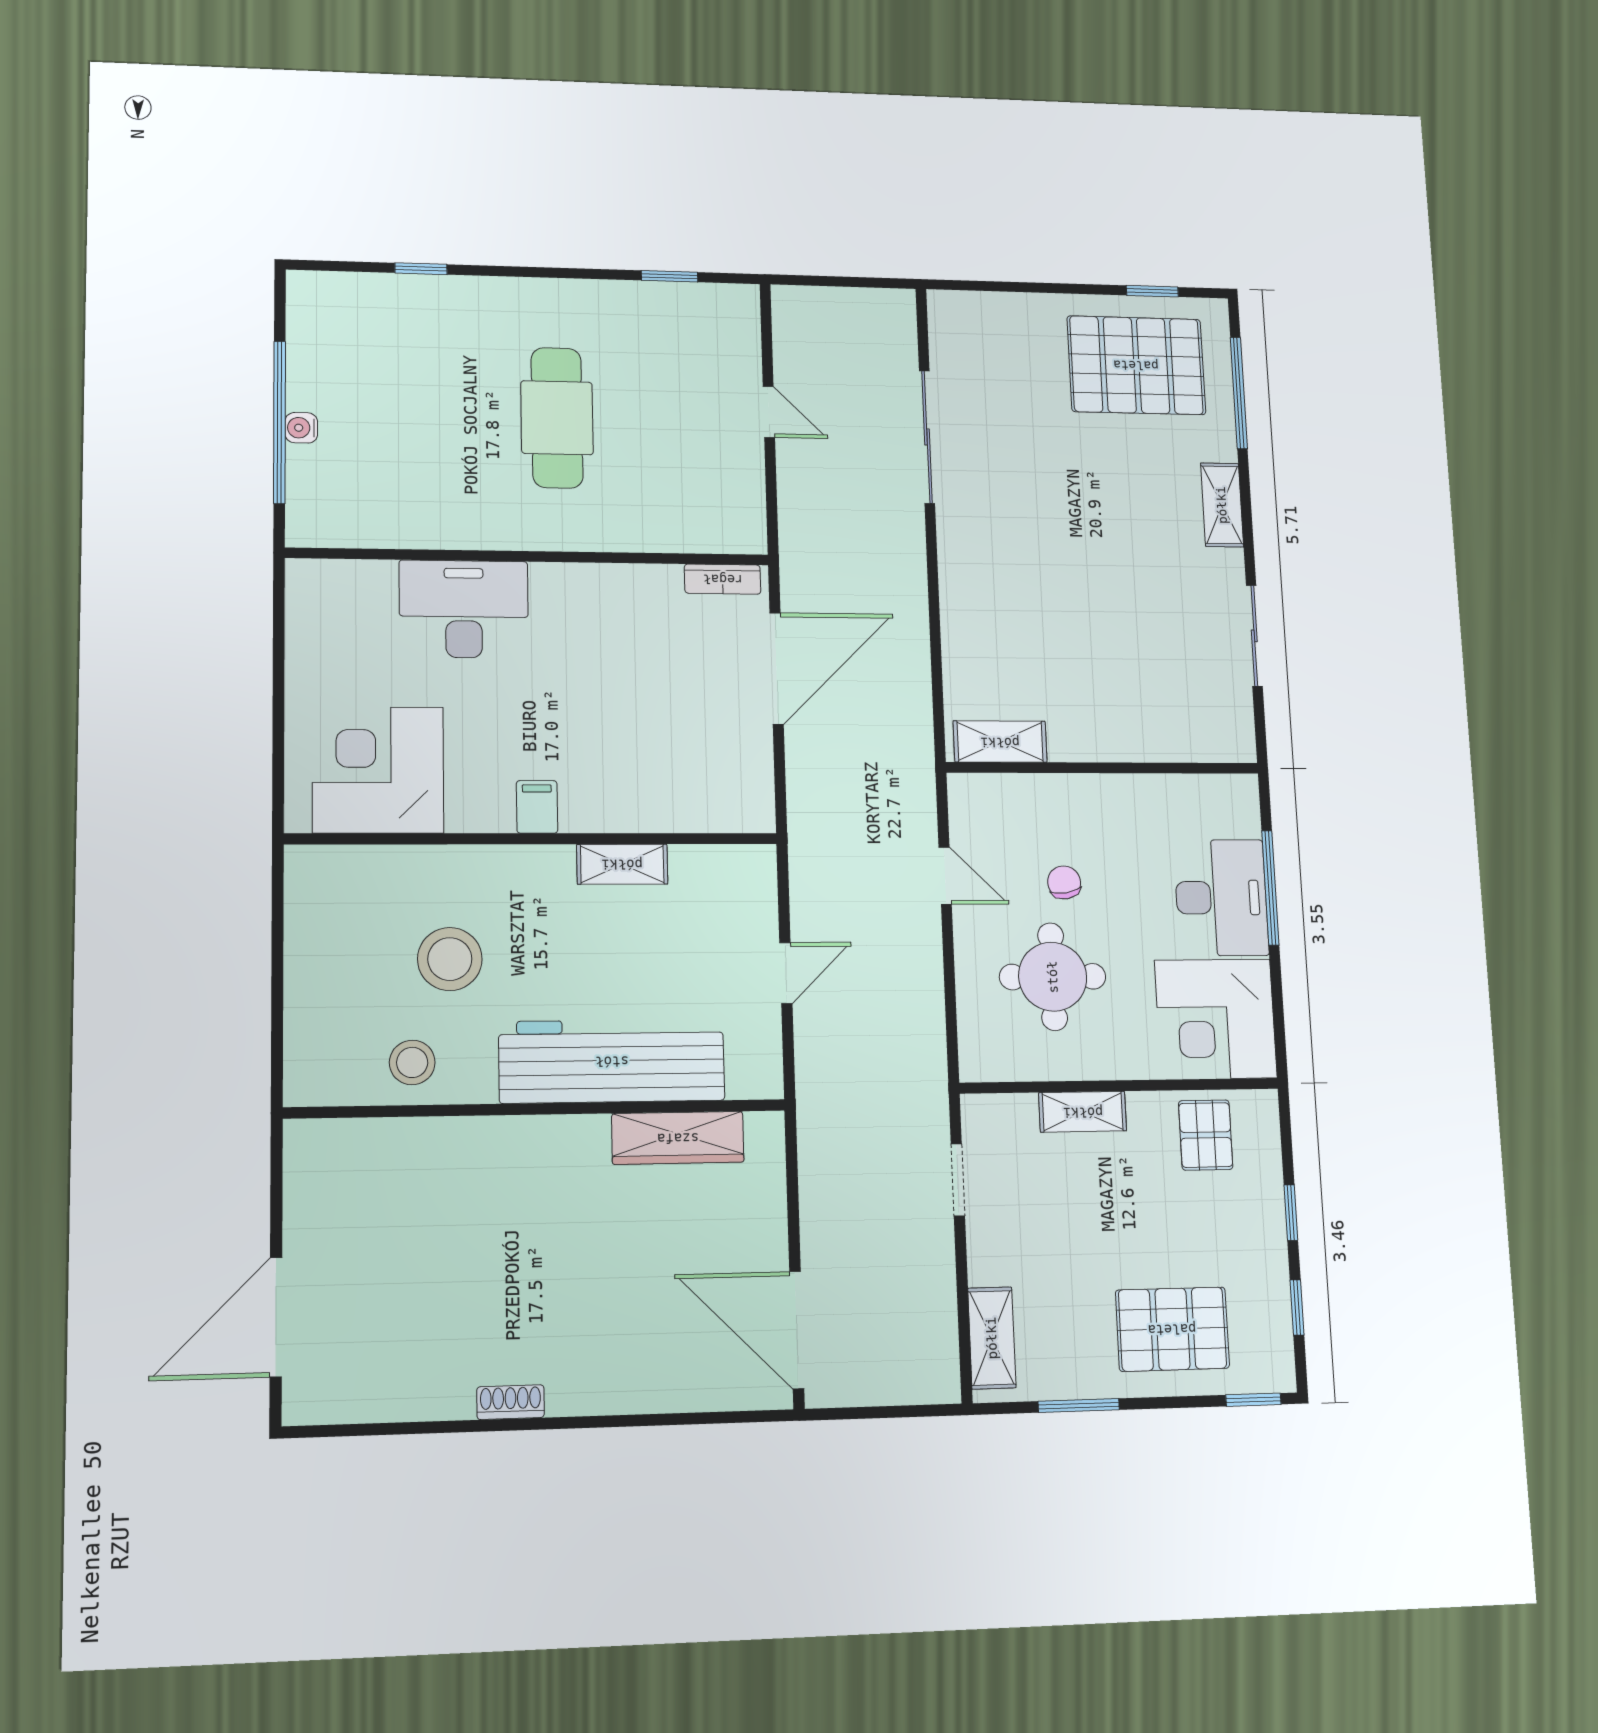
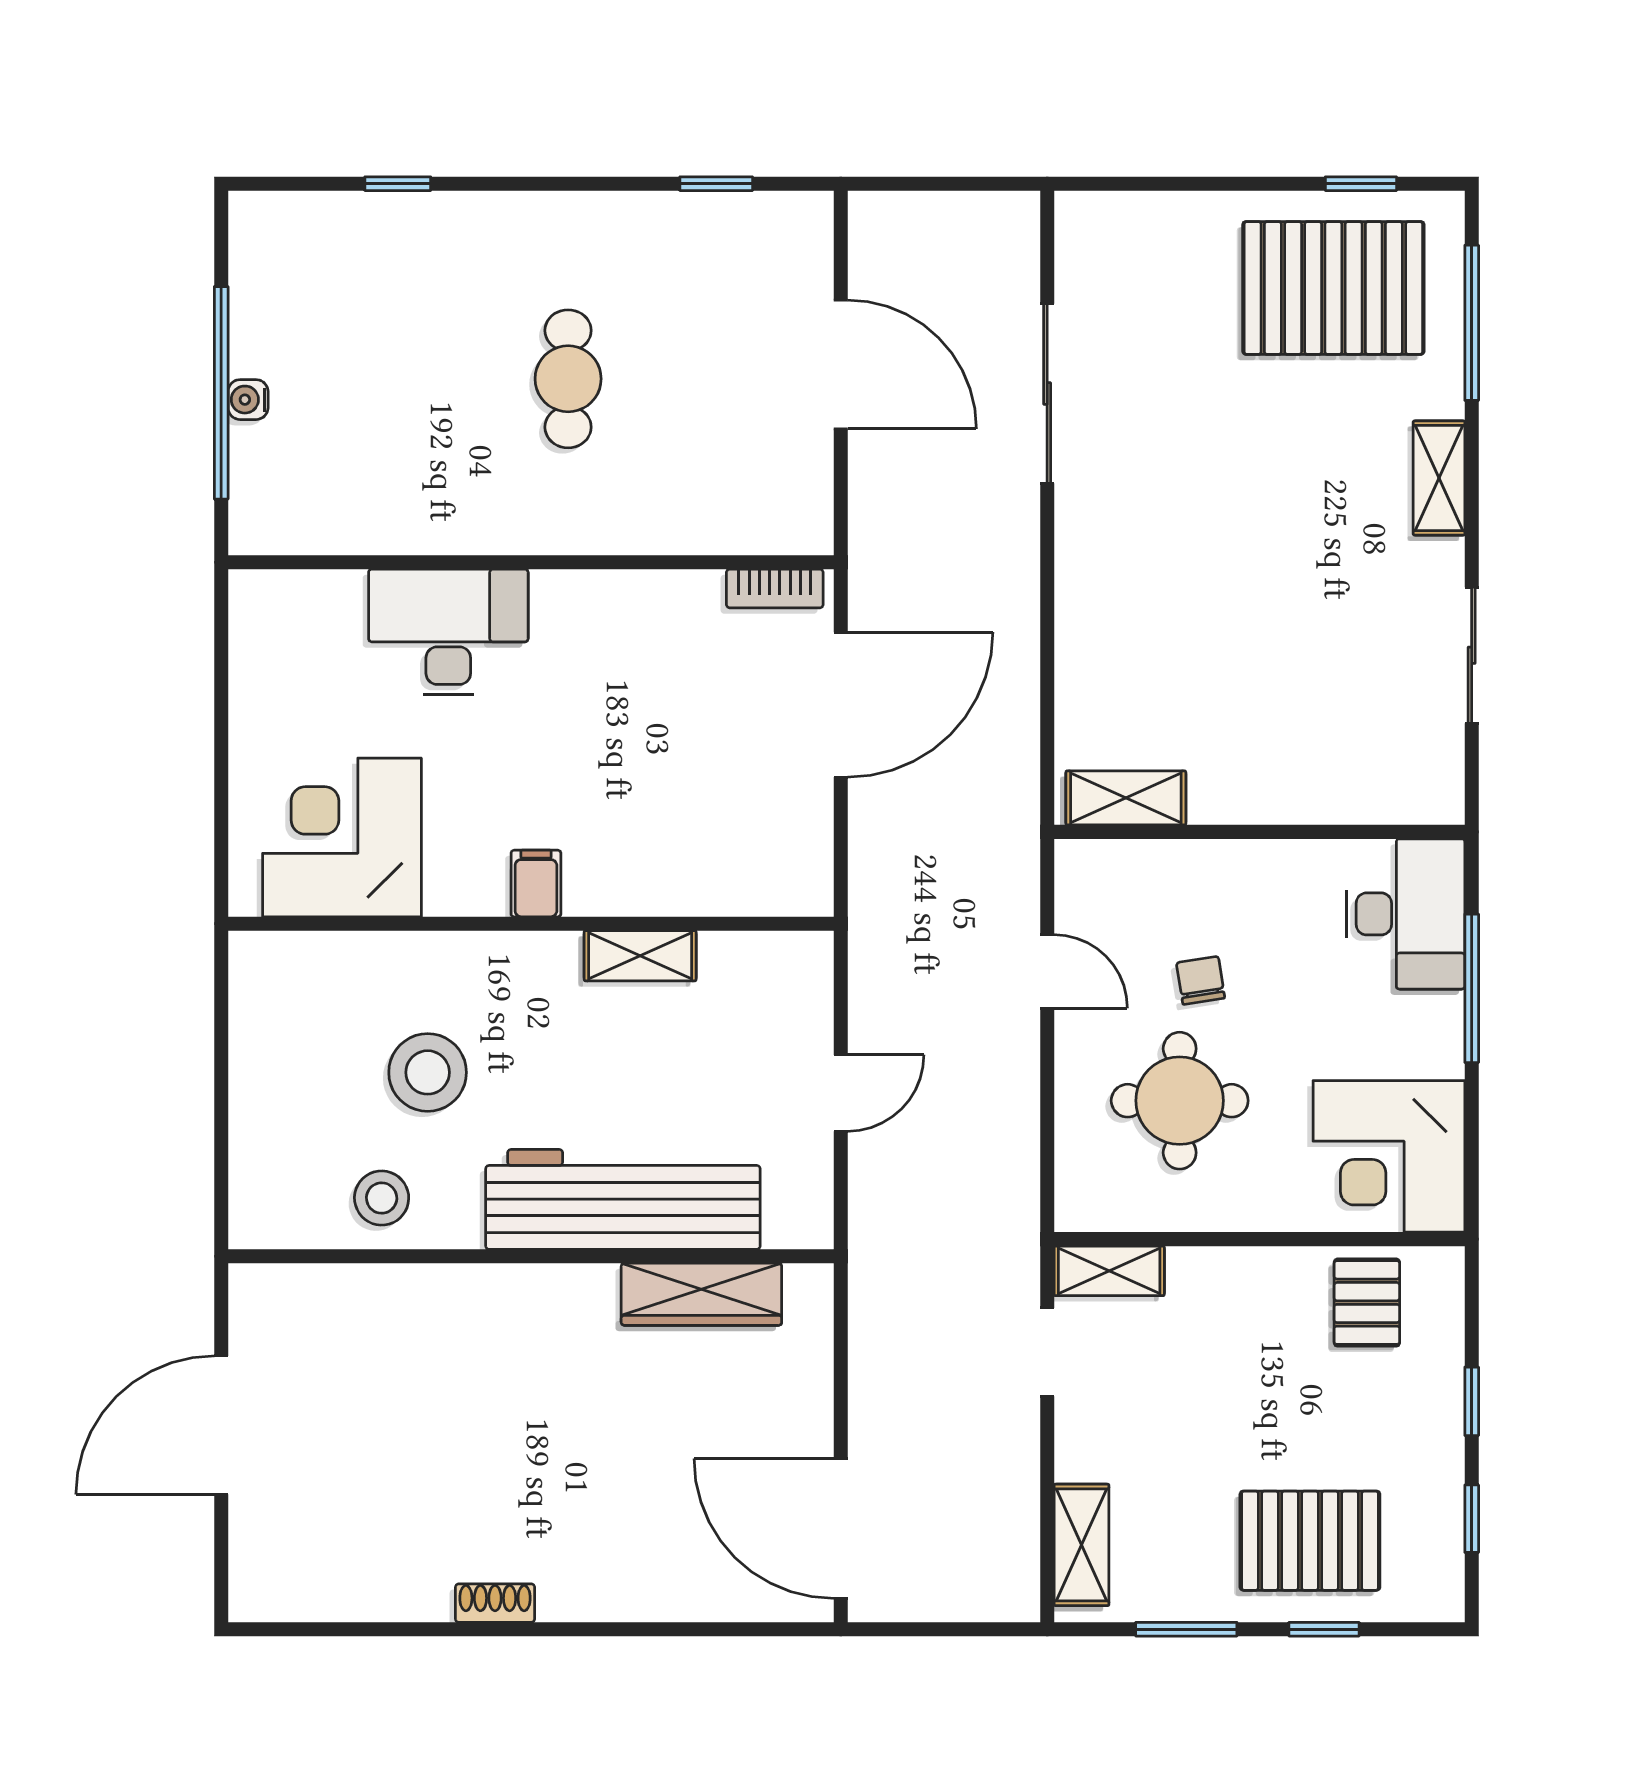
door: (769, 412) -> (841, 364), width x1.88
cafe table: (557, 418) -> (568, 379), width x0.73, depth x0.74
desk: (1221, 898) -> (1406, 914), moved
shelving: (1083, 1112) -> (1109, 1271), moved
door: (276, 1317) -> (221, 1425), moved
window: (1253, 1400) -> (1324, 1629), moved

